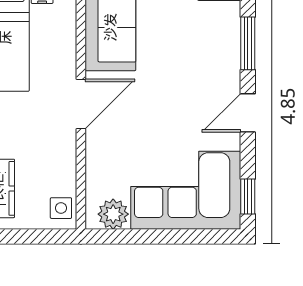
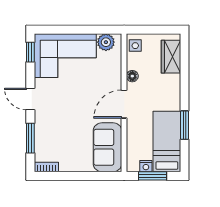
door: (248, 113) -> (30, 99), swing flipped
floor lamp: (66, 154) -> (132, 76), added

